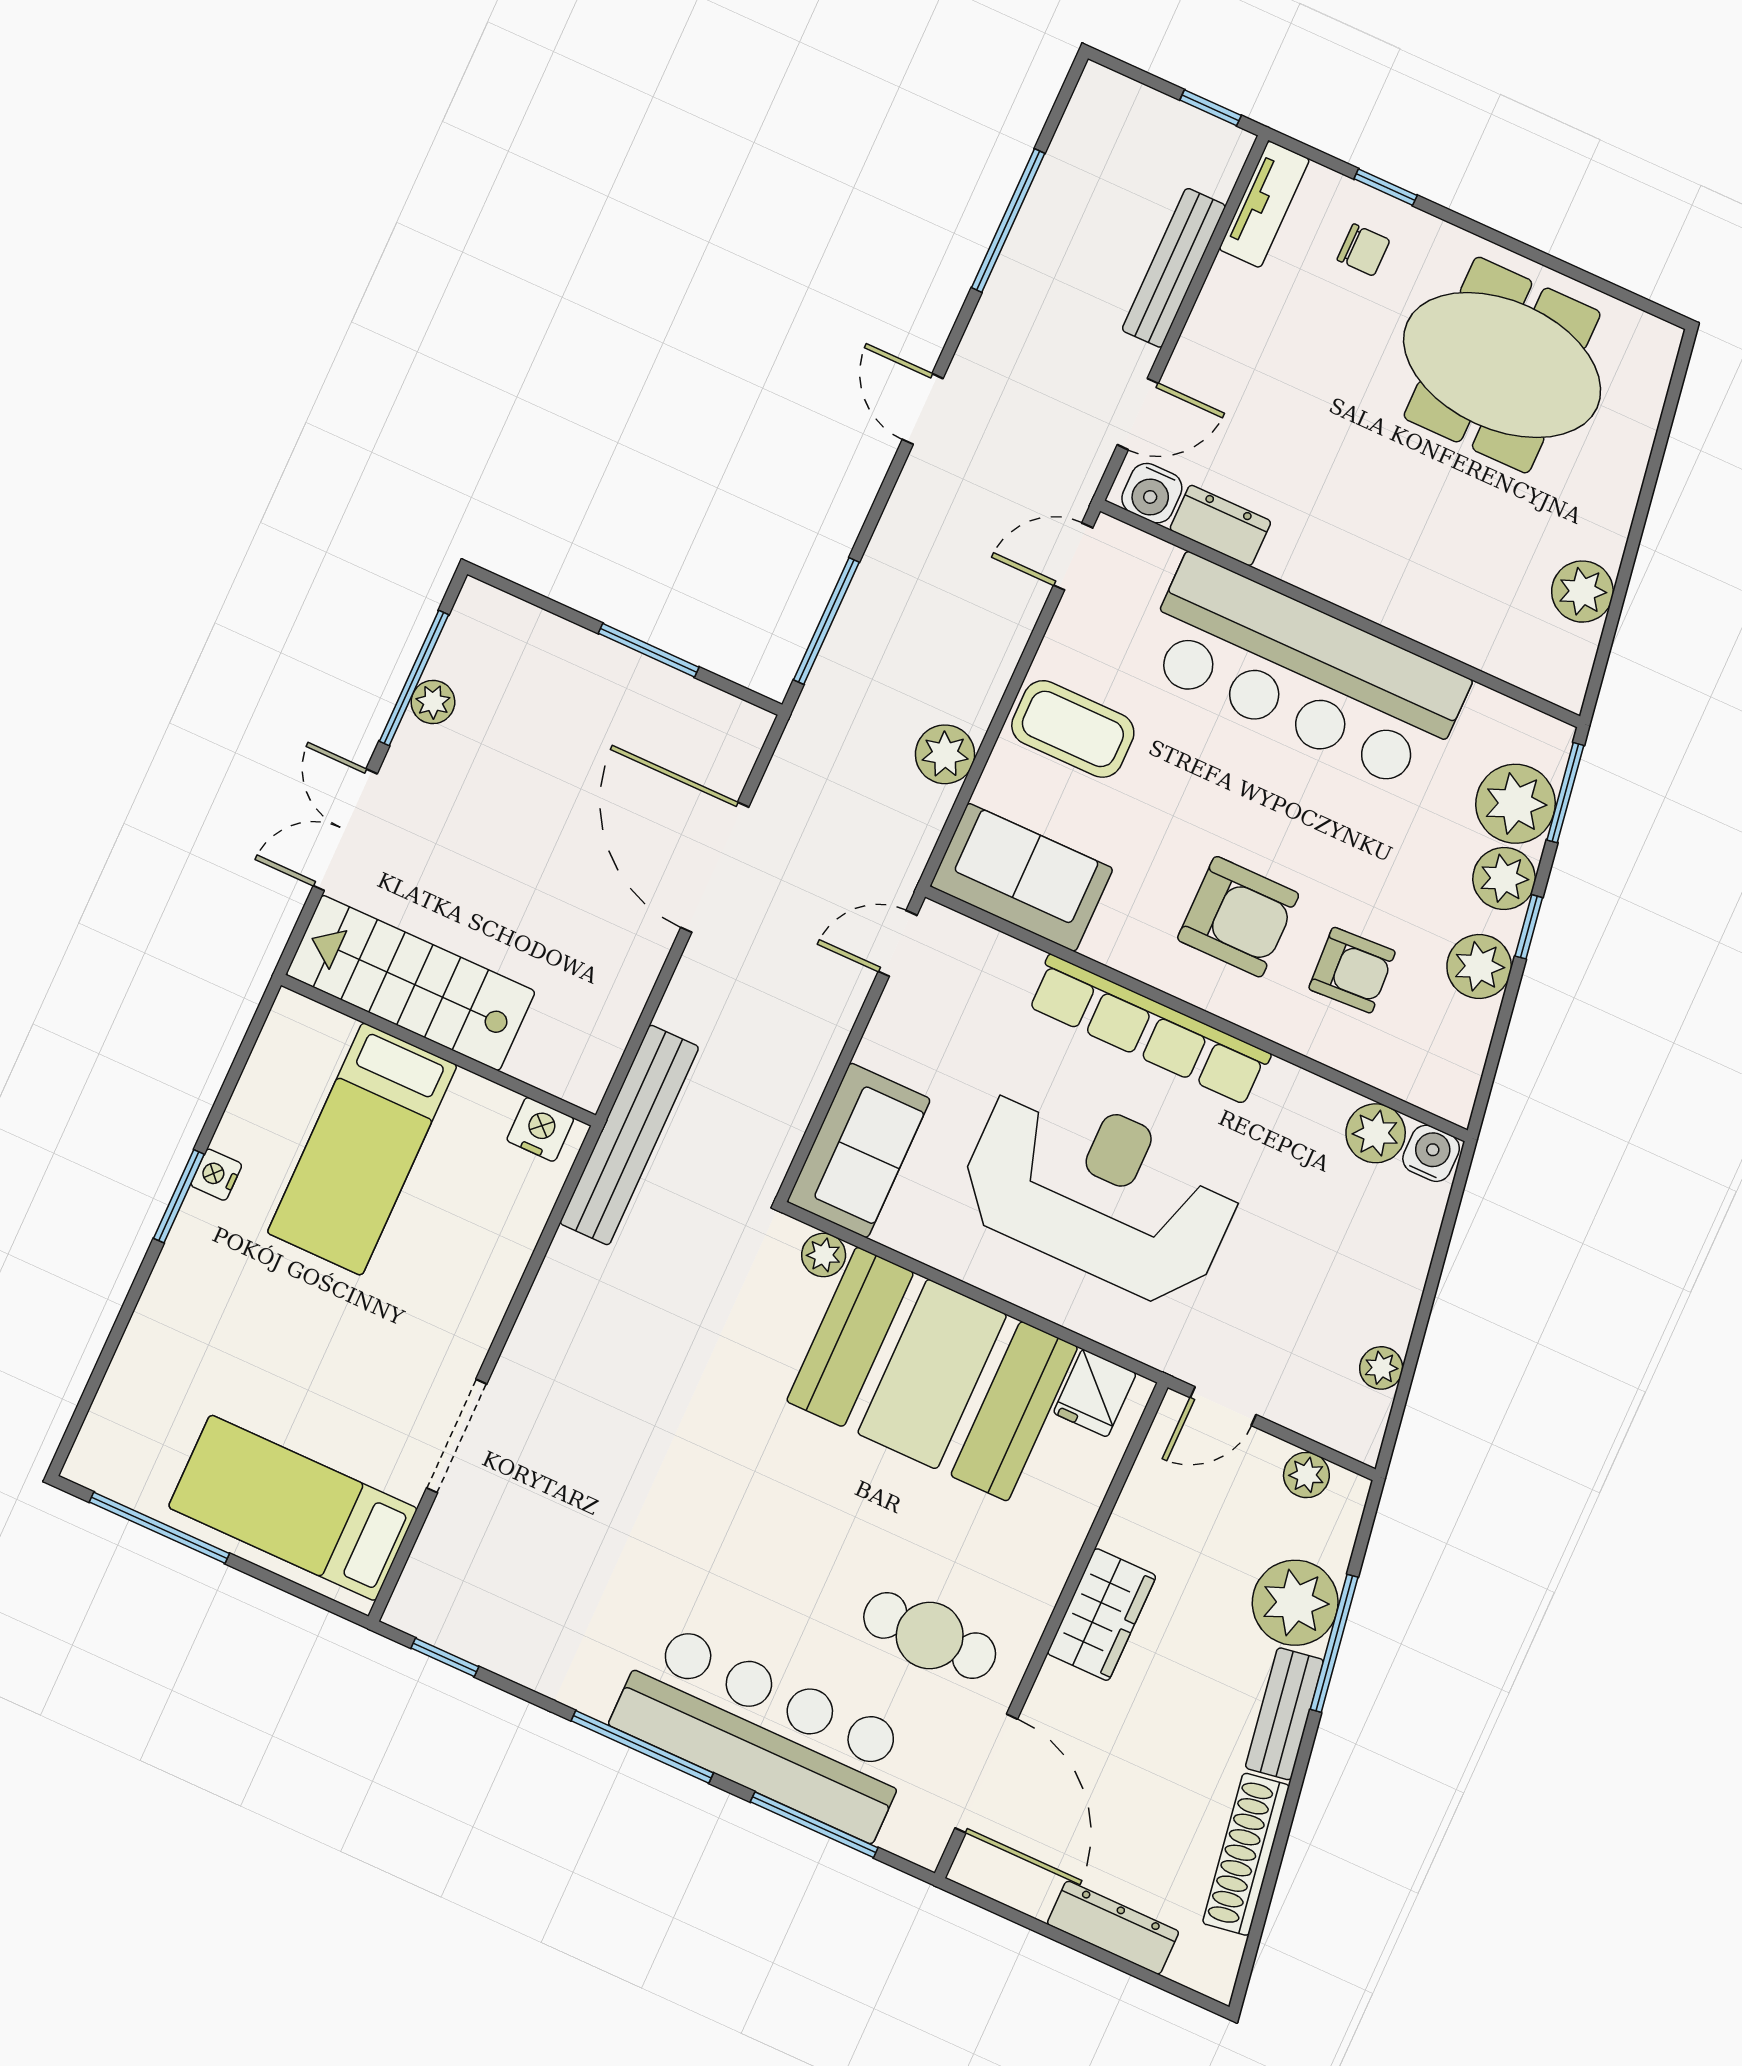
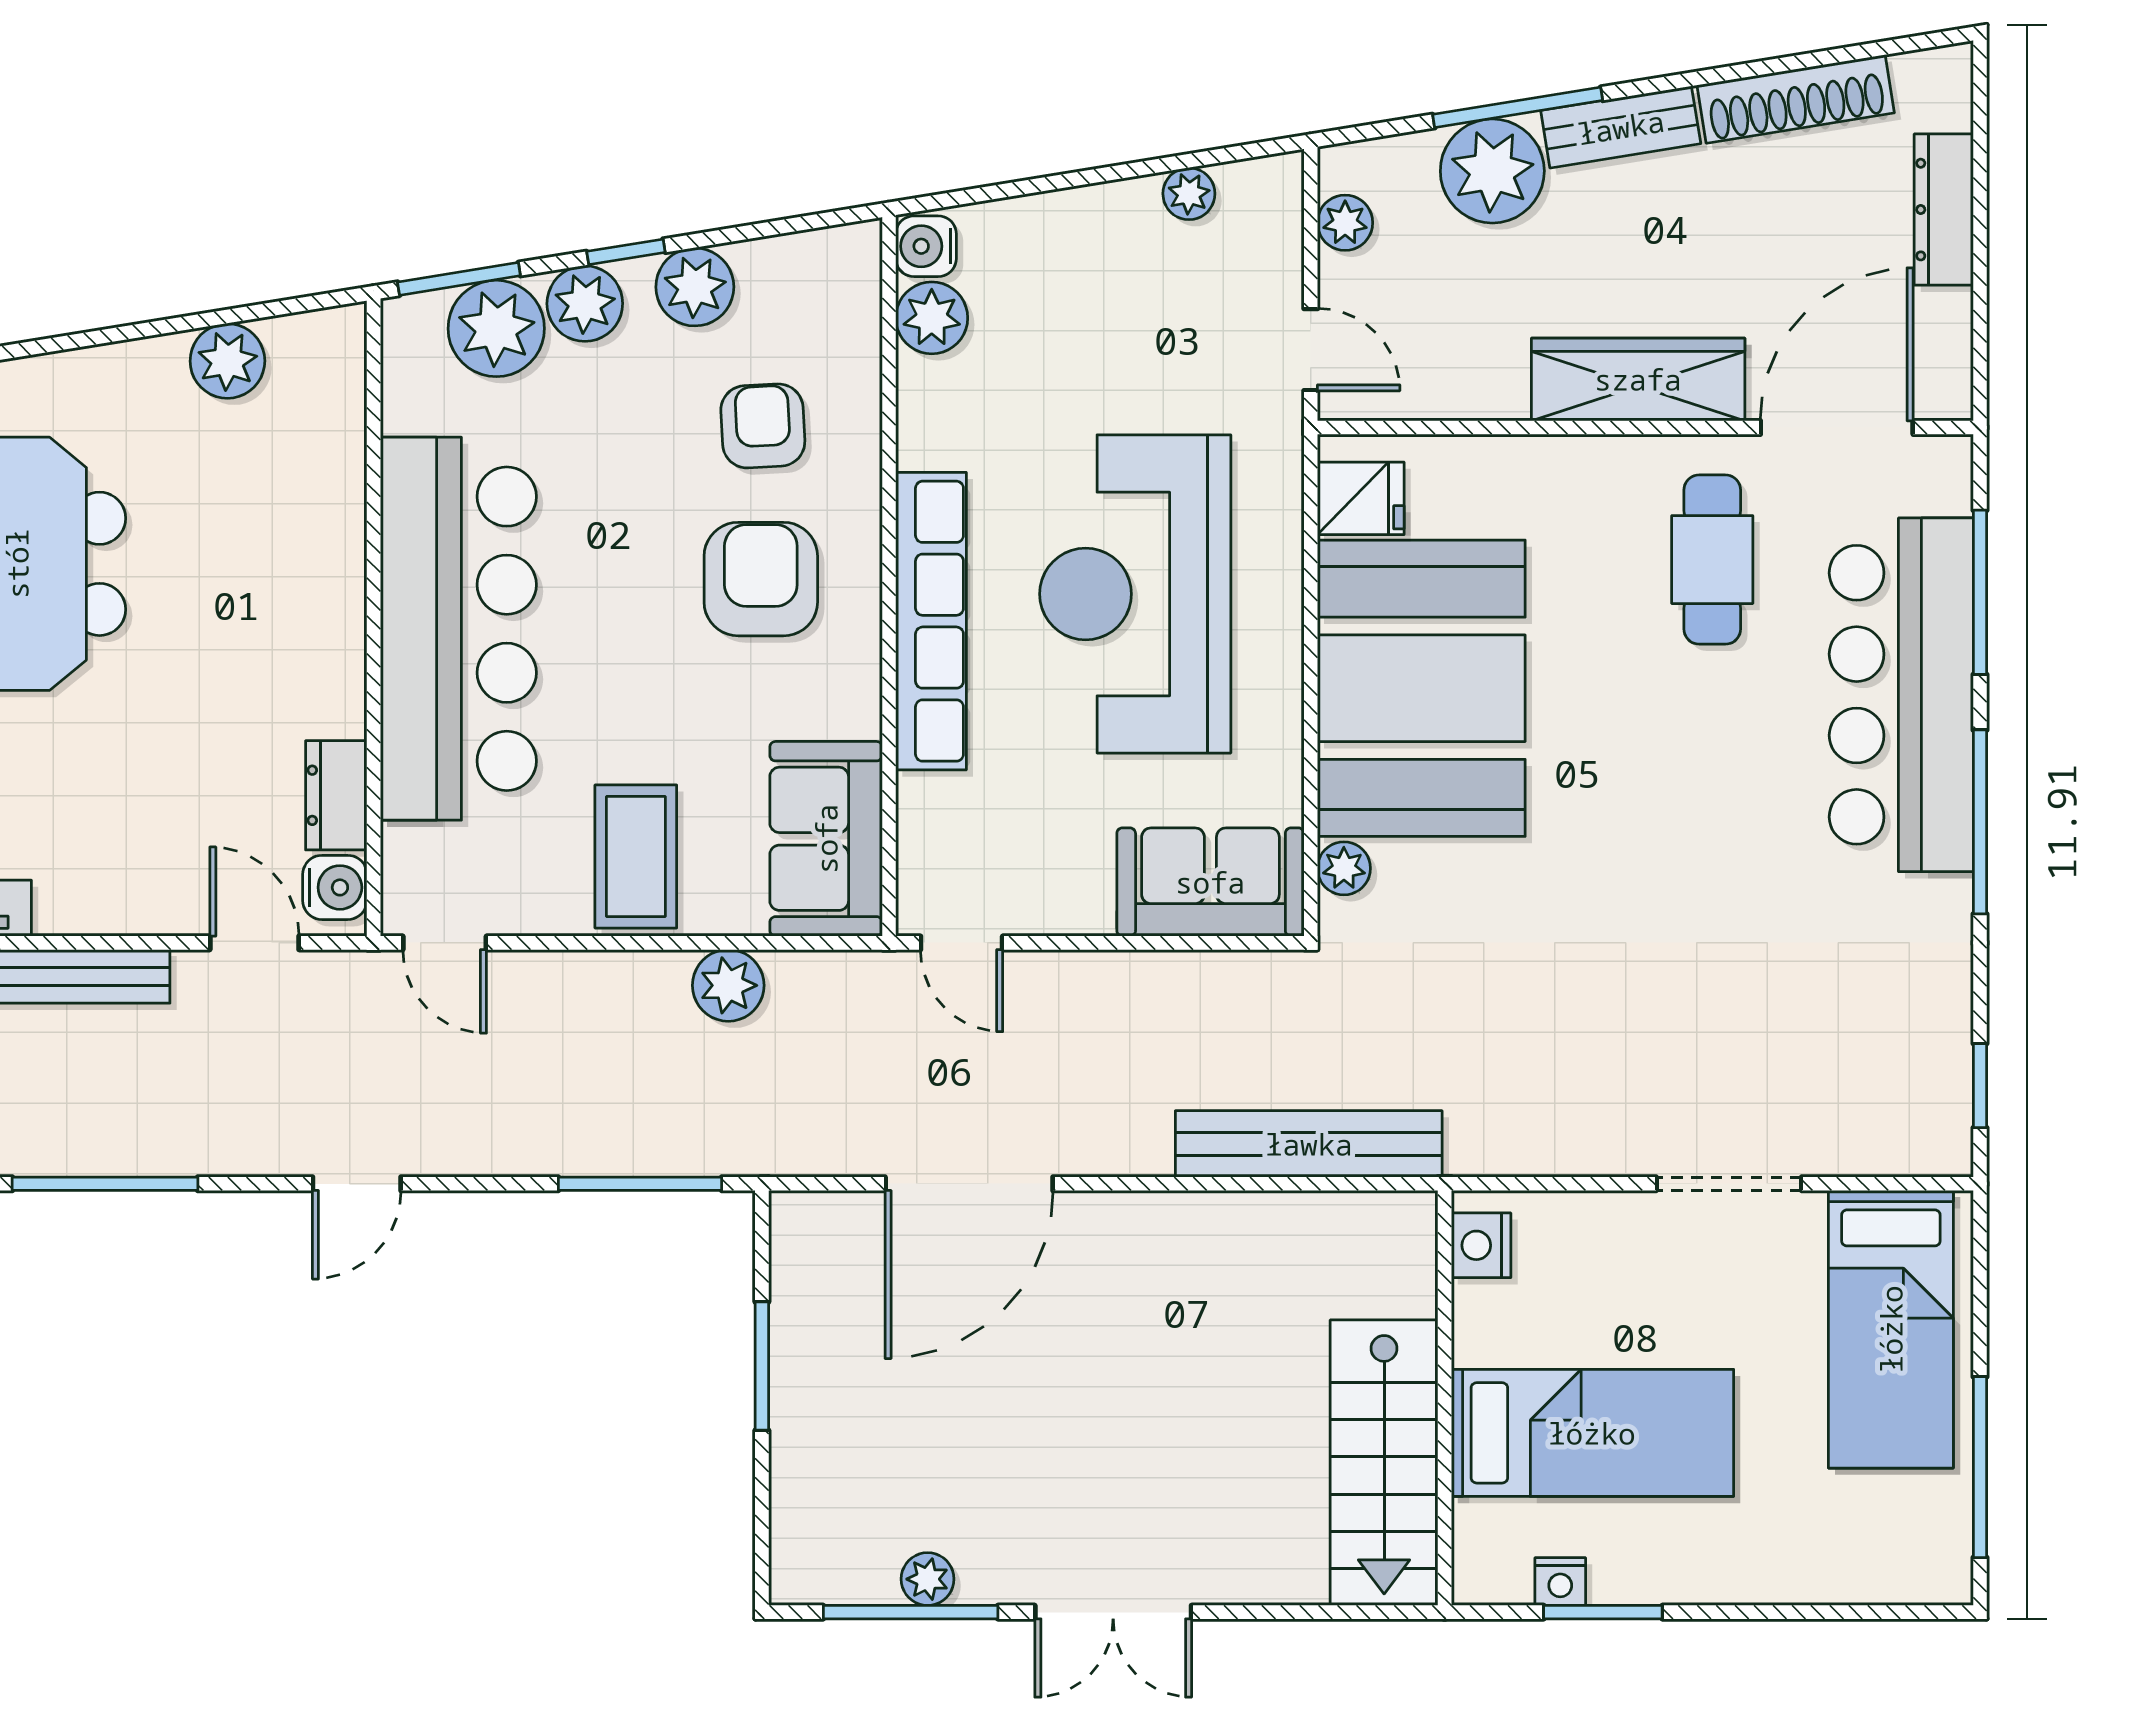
stairs: (411, 983) -> (1384, 1463), moved
wall: (438, 1050) -> (1445, 1398), moved
nightstand: (540, 1129) -> (1481, 1245), moved
bed: (362, 1149) -> (1592, 1433), moved
wardrobe: (1102, 1615) -> (1638, 379), width x1.50

